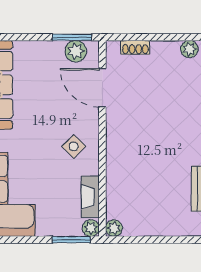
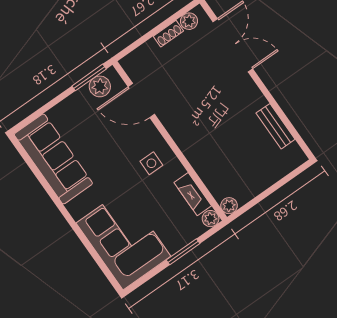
shoe rack: (135, 47) -> (168, 34), moved
side table: (74, 146) -> (151, 163), turned 45
window: (71, 240) -> (183, 252), moved

